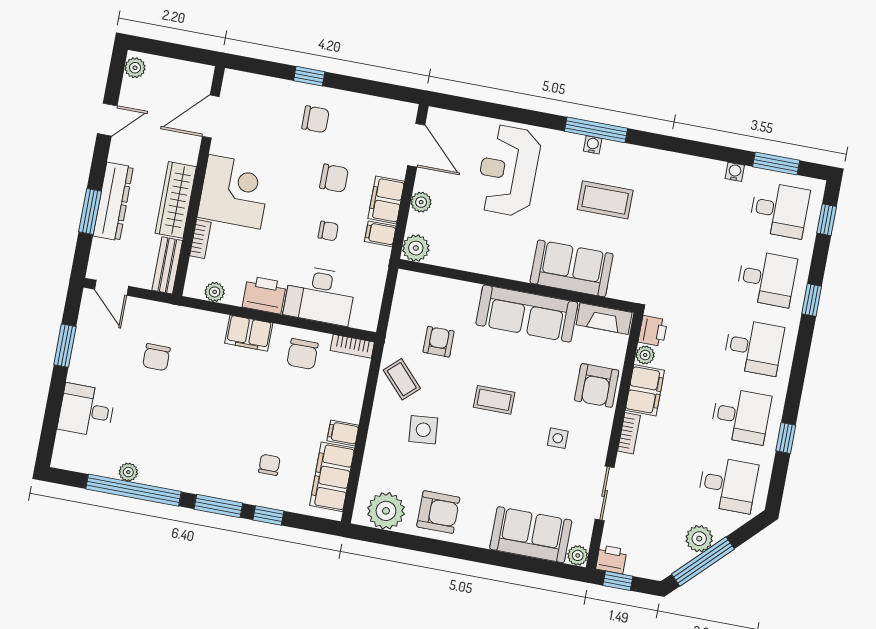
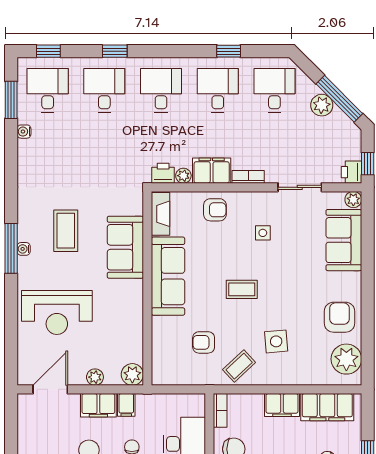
armchair: (597, 385) -> (215, 210), width x0.72, depth x0.72
coffee table: (494, 400) -> (242, 289), turned 90
filing cabinet: (343, 433) -> (282, 405), width x2.00

